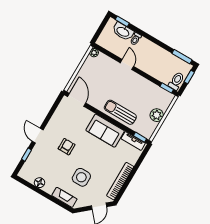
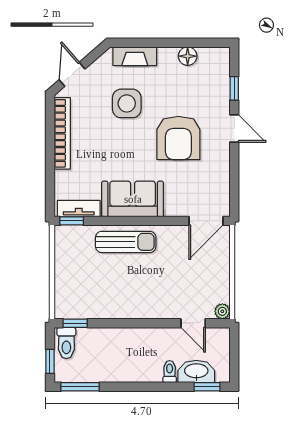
door: (127, 65) -> (193, 323), moved
door: (77, 100) -> (206, 221), hinge flipped
plant: (157, 115) -> (66, 271), removed
armchair: (67, 147) -> (178, 138), width x1.88, depth x1.88

